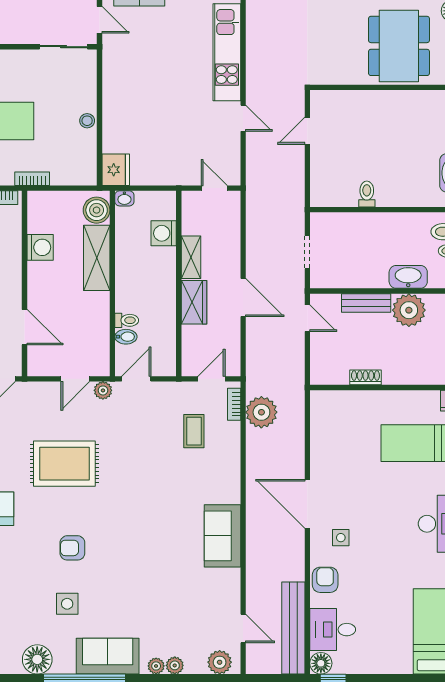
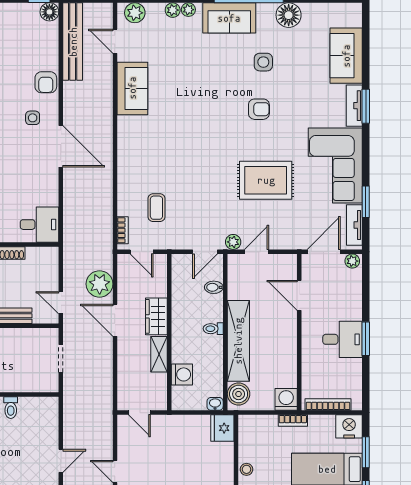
washing machine: (40, 247) -> (286, 399), moved, turned 90
shelving: (97, 258) -> (238, 341), width x1.47
toilet: (127, 320) -> (213, 329), moved
door: (212, 379) -> (142, 252), hinge flipped
plant: (261, 412) -> (100, 284), moved
sofa: (222, 536) -> (132, 88), moved
desk: (333, 630) -> (39, 225), moved

